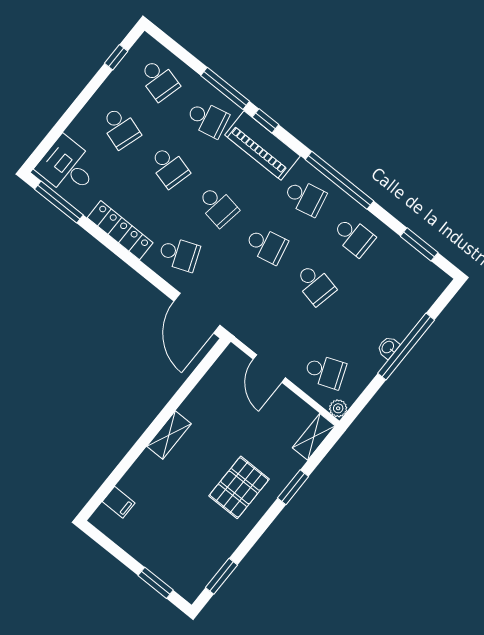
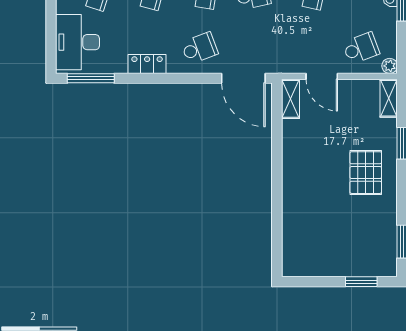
desk: (68, 167) -> (78, 42), width x1.37
locker: (120, 230) -> (147, 64), width x0.66
shelving: (169, 435) -> (290, 99), moved
filing cabinet: (119, 502) -> (293, 247), removed

